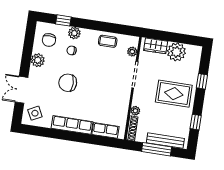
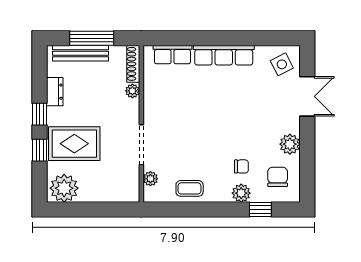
wardrobe: (156, 46) -> (117, 193), removed
plant: (176, 52) -> (64, 188), moved
chair: (68, 83) -> (240, 117), removed
rug: (174, 94) -> (74, 144), moved
dresser: (186, 118) -> (55, 92), added
window: (196, 122) -> (40, 114), moved

